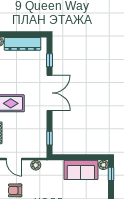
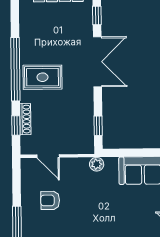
plant: (36, 165) -> (97, 164), moved

